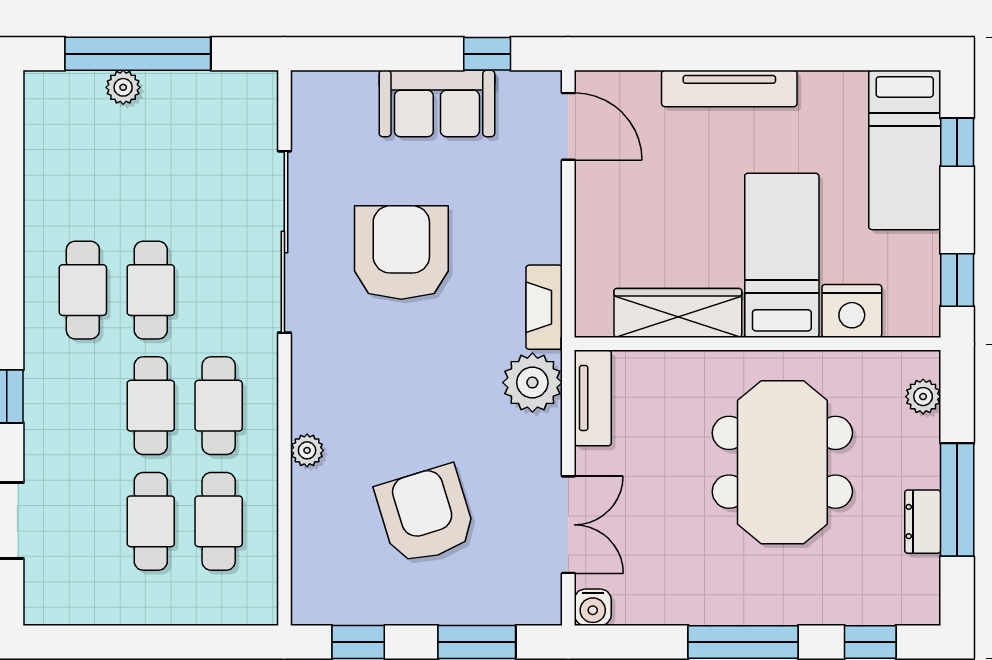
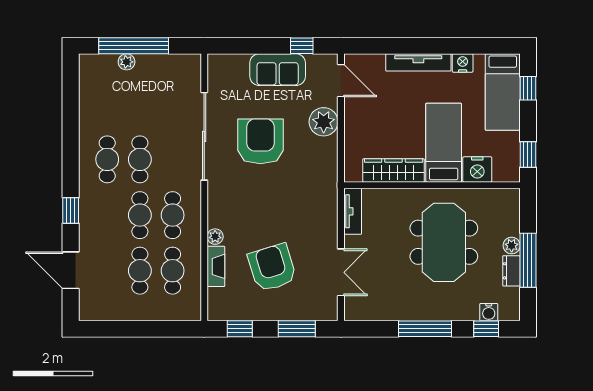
nightstand: (821, 90) -> (463, 63), added
fireplace: (544, 307) -> (216, 266), moved, turned 180
plant: (532, 383) -> (324, 122), moved
plant: (923, 397) -> (512, 246), moved
water cooler: (593, 607) -> (489, 312), moved

